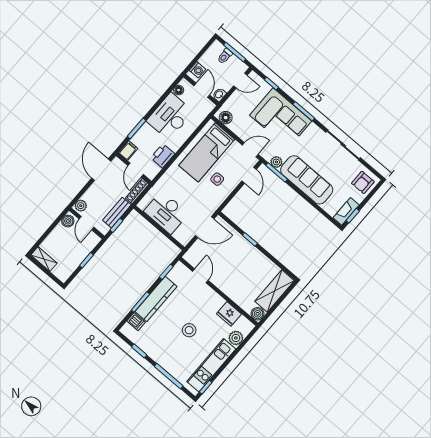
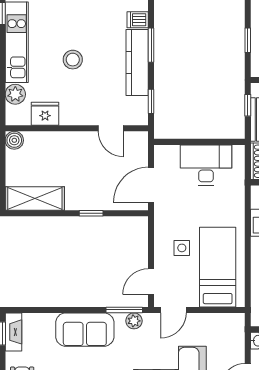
floor lamp: (226, 118) -> (229, 322), removed
door: (249, 175) -> (151, 282), hinge flipped
sofa: (307, 180) -> (85, 330), width x0.73
shelving: (275, 291) -> (35, 199), moved, turned 90

